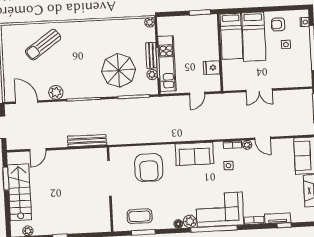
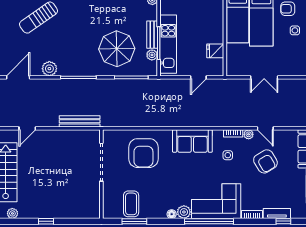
door: (27, 102) -> (18, 77), hinge flipped
armchair: (264, 170) -> (265, 161), added
coffee table: (139, 216) -> (131, 204), turned 90

